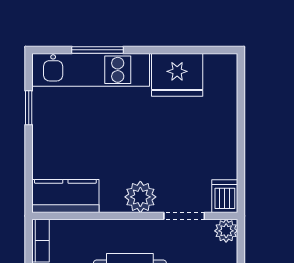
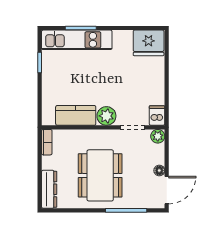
fridge: (177, 75) -> (149, 43), moved
kitchen counter: (65, 196) -> (76, 115), moved

